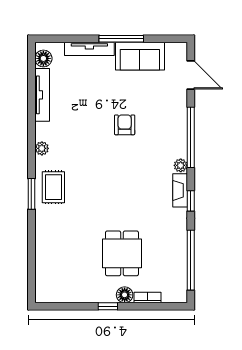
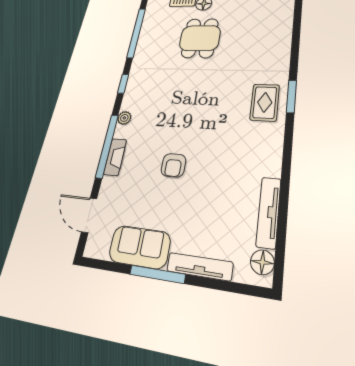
plant: (42, 148) -> (275, 146), removed
fireplace: (180, 190) -> (115, 157), moved

